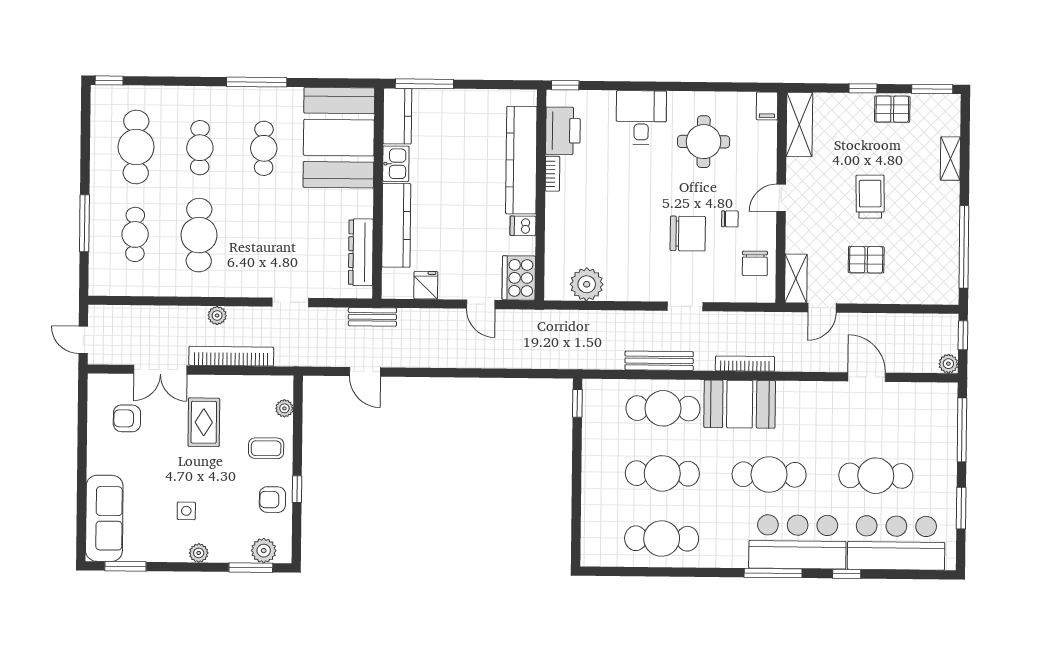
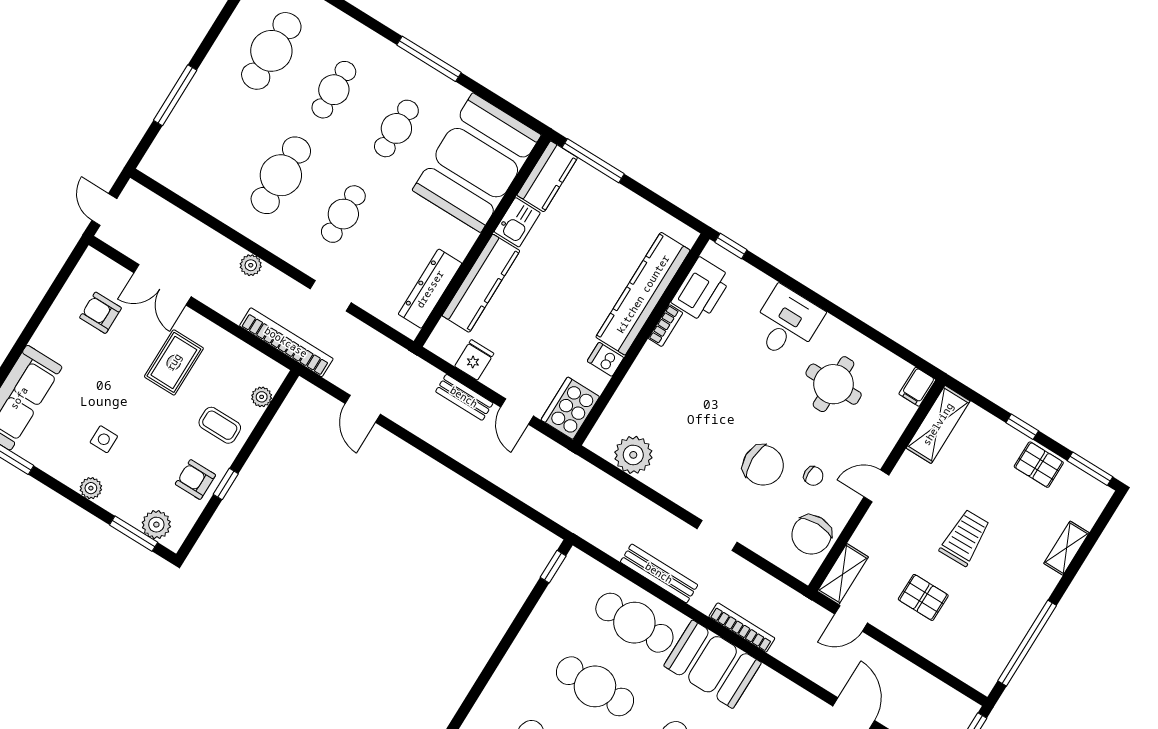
cafe table: (135, 234) -> (343, 214), moved
chair: (755, 263) -> (811, 535), width x1.37, depth x1.37
bench: (372, 317) -> (464, 397), moved
bookcase: (231, 356) -> (286, 342), moved

